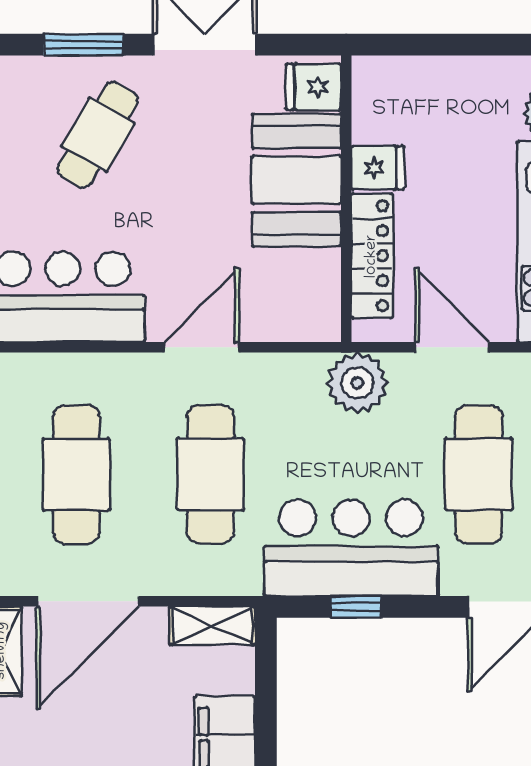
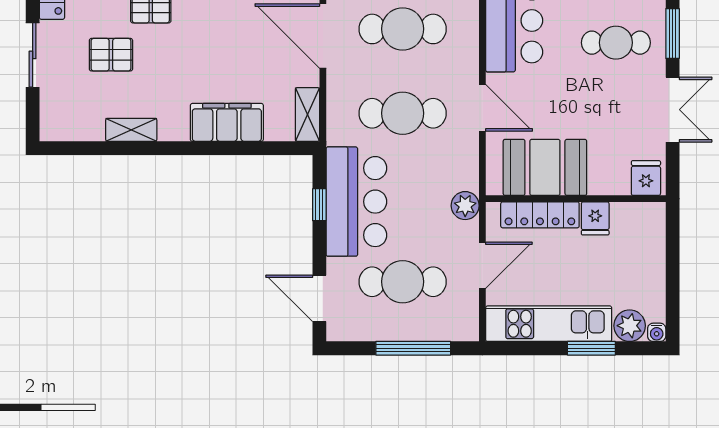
cafe table: (98, 135) -> (616, 43), turned -30
booth: (297, 180) -> (545, 167), moved
plant: (357, 383) -> (465, 206), width x0.73, depth x0.73

